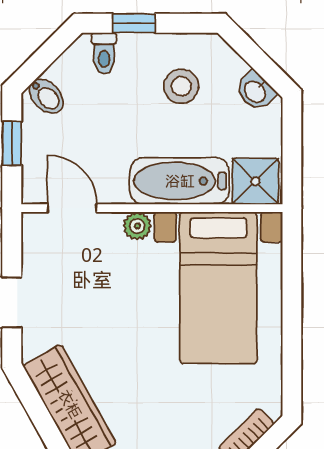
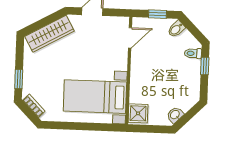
stool: (181, 86) -> (178, 85), removed
bathtub: (180, 181) -> (139, 82), removed
plant: (137, 226) -> (122, 64), removed

